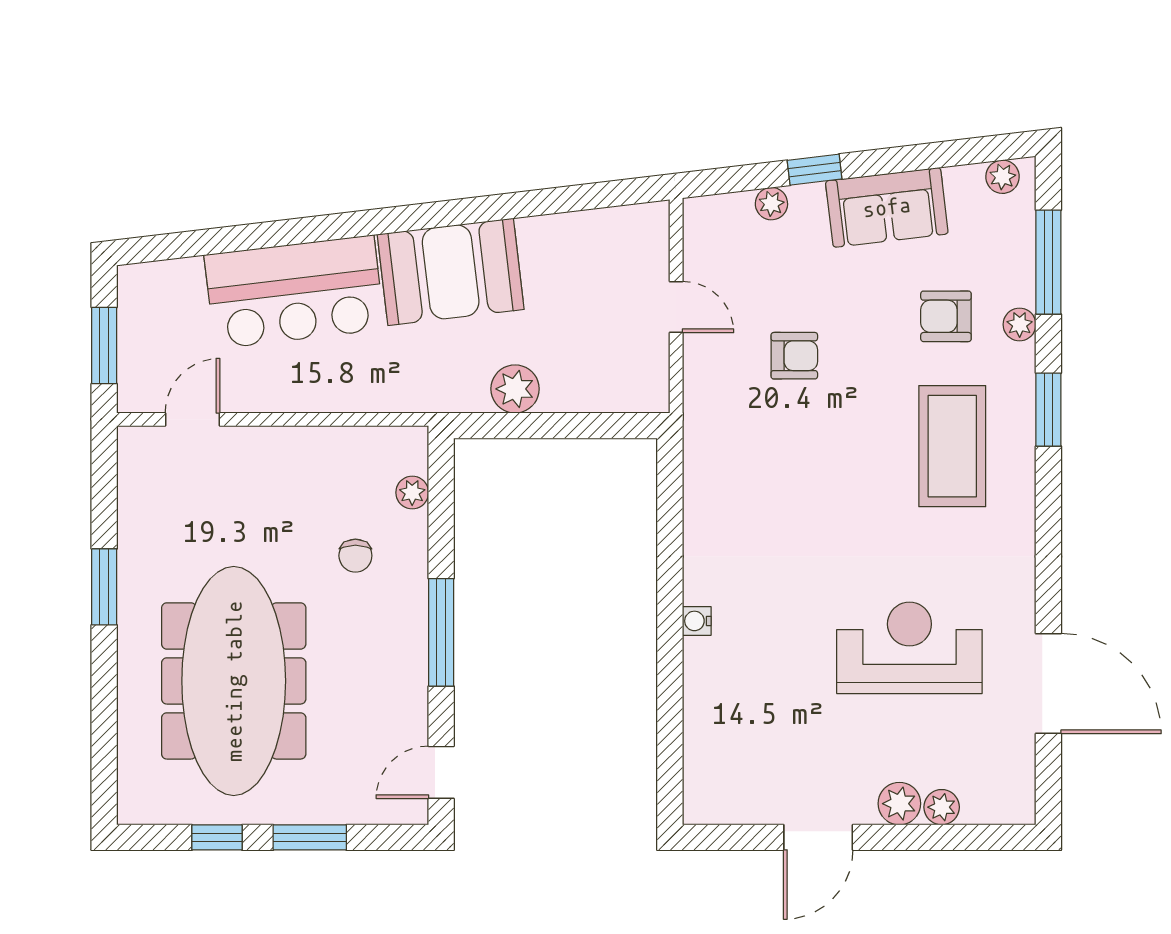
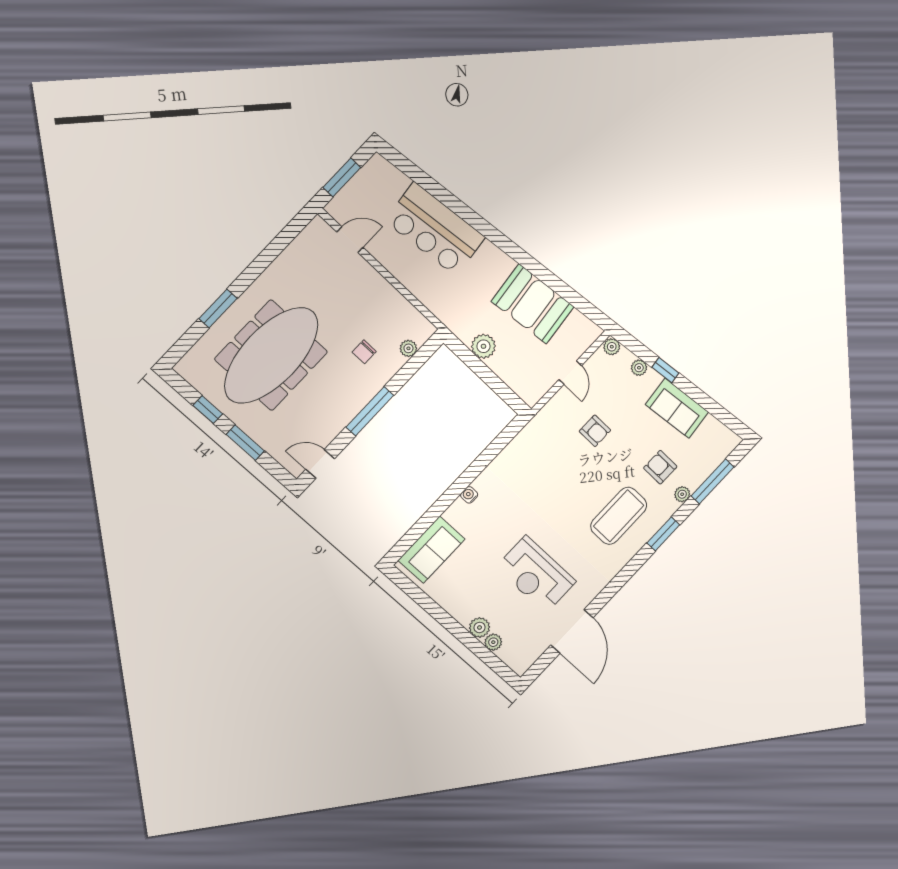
plant: (1003, 177) -> (612, 347), moved
booth: (451, 272) -> (533, 304), moved
window: (104, 587) -> (218, 308), moved
reception desk: (909, 648) -> (536, 574), turned 180
sofa: (717, 752) -> (432, 550), added
door: (818, 837) -> (439, 614), removed

